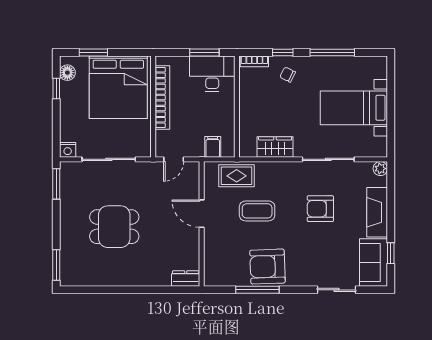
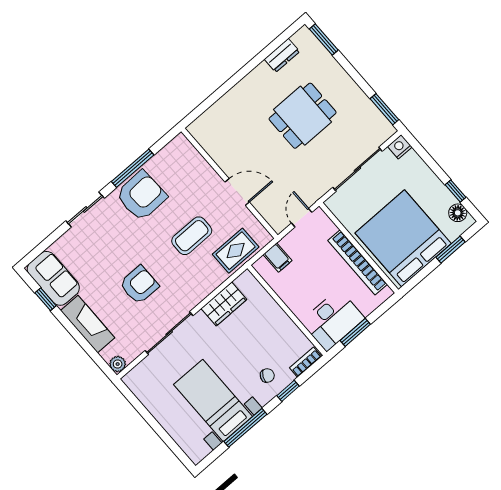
bed with nightstands: (354, 108) -> (213, 400), moved, turned -90
dresser: (186, 279) -> (282, 55), moved
sliding door: (337, 290) -> (85, 210), moved

